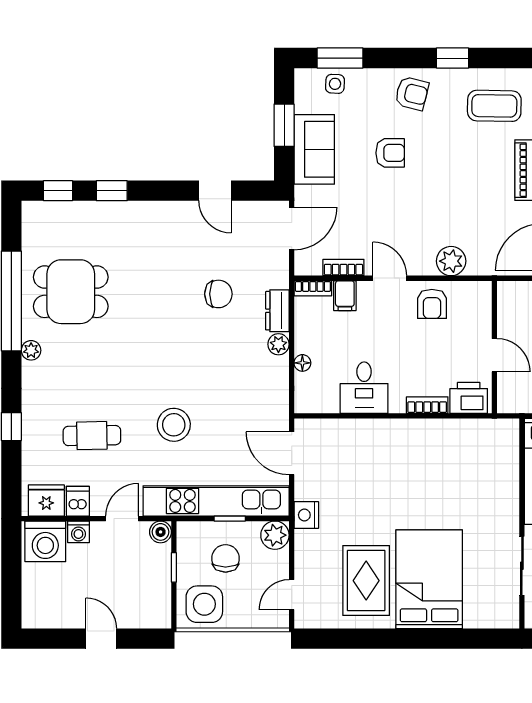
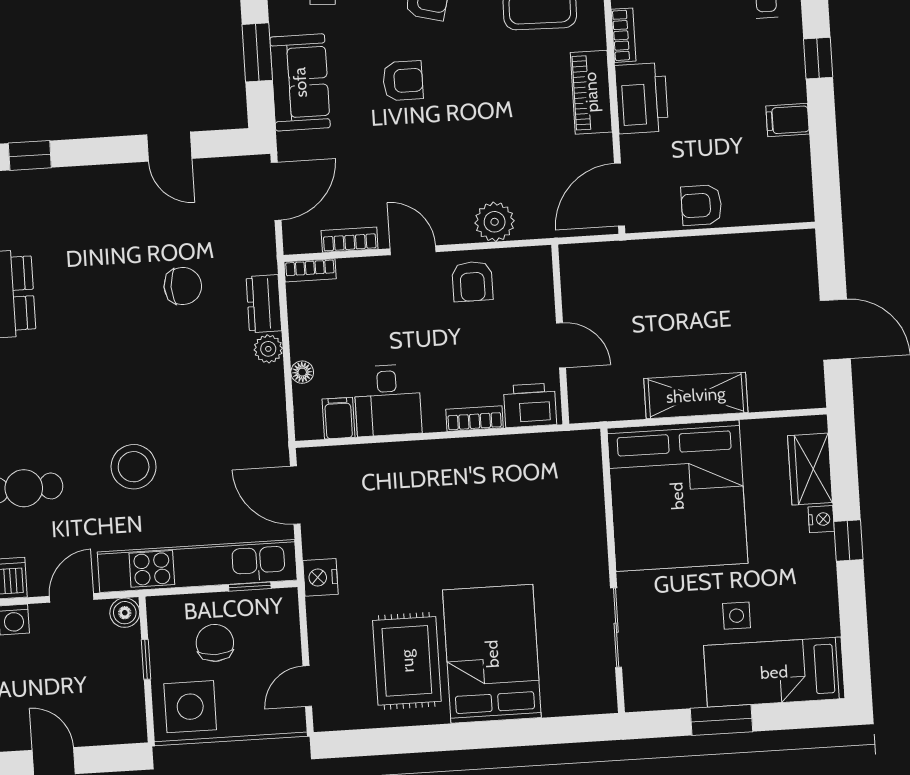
filing cabinet: (345, 296) -> (339, 418), moved, turned 180
window: (230, 519) -> (250, 587), moved
plant: (275, 535) -> (280, 607), removed

